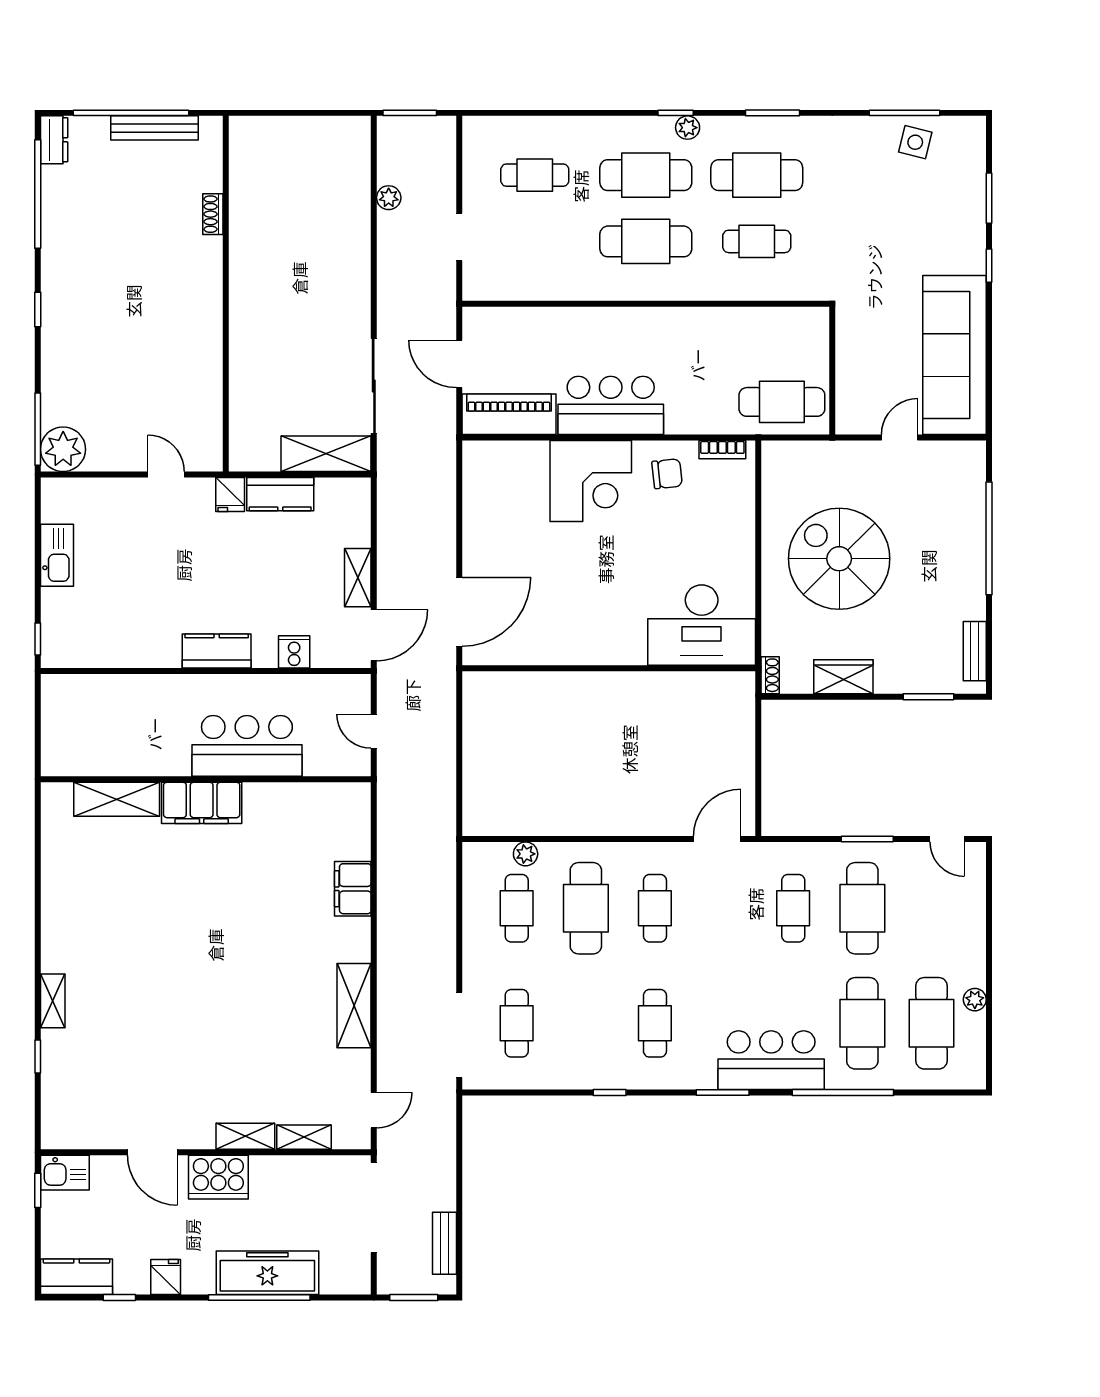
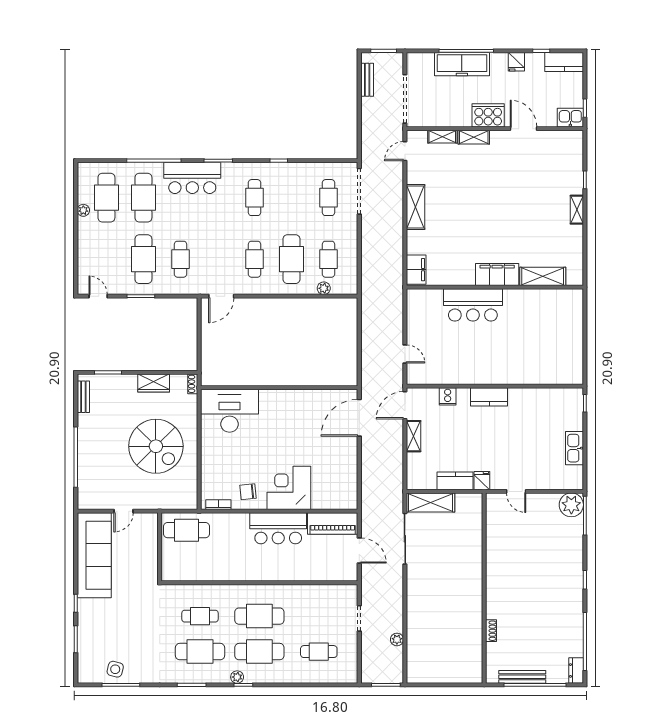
bar counter: (247, 746) -> (473, 305), moved
wall: (206, 779) -> (495, 287), moved
shelving: (117, 799) -> (543, 276), moved
filing cabinet: (202, 803) -> (497, 274), moved

